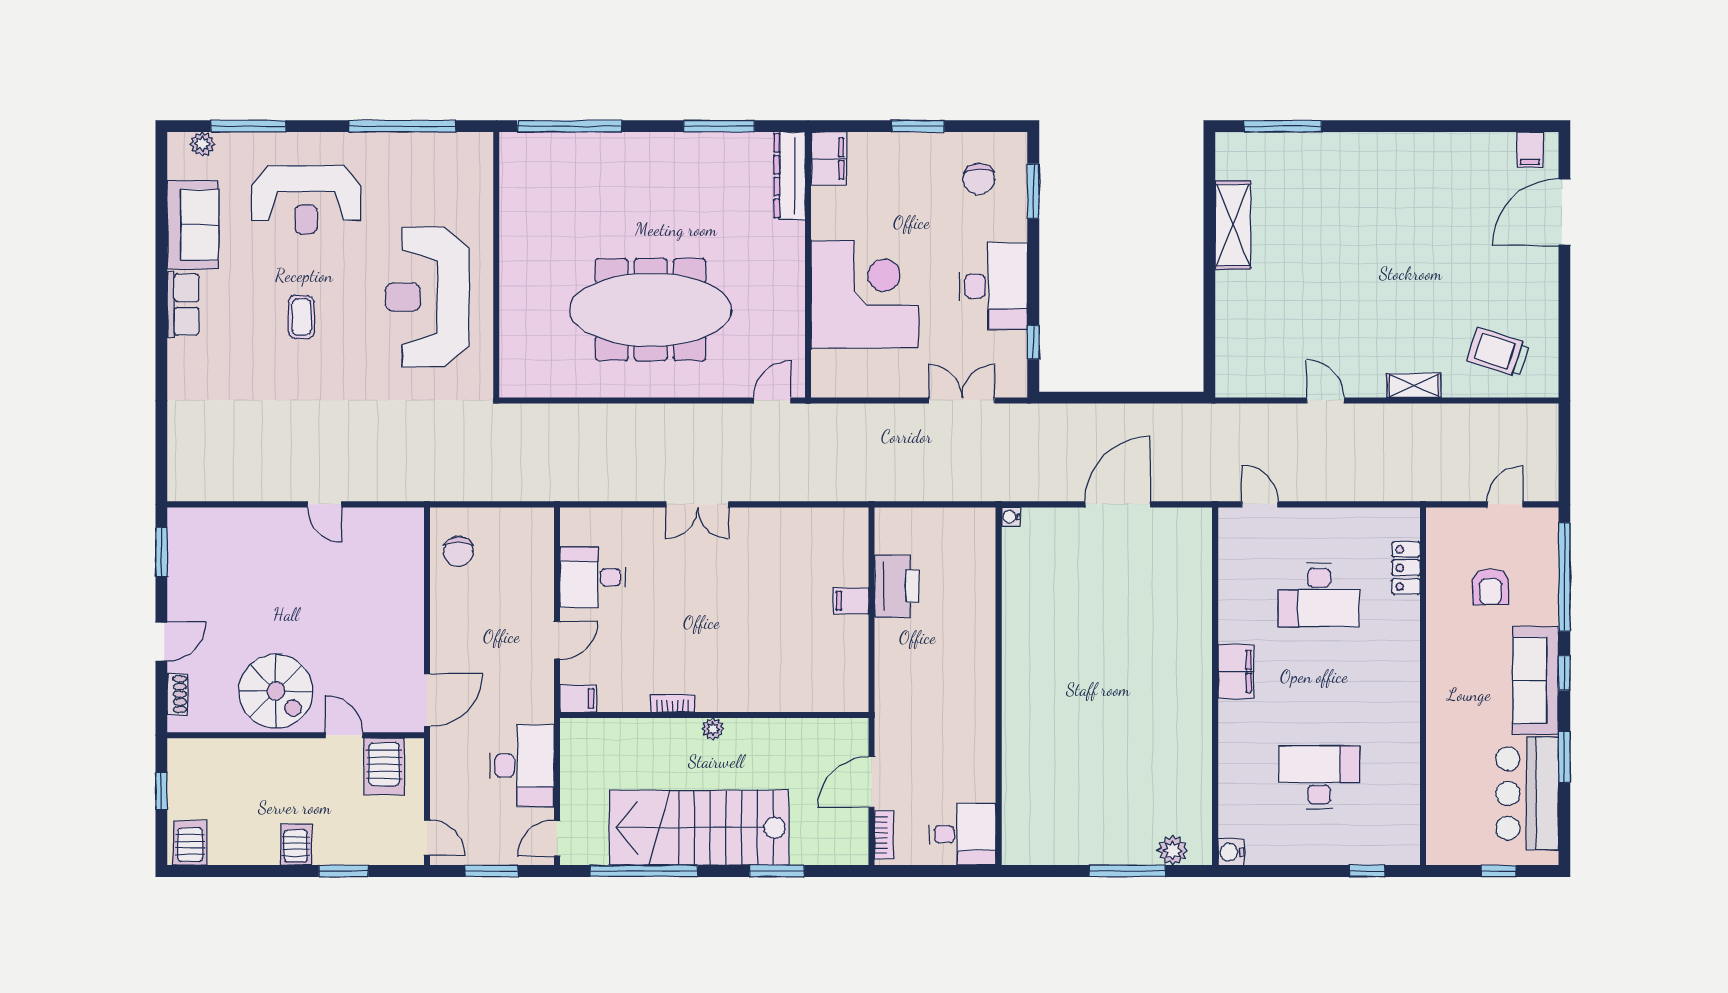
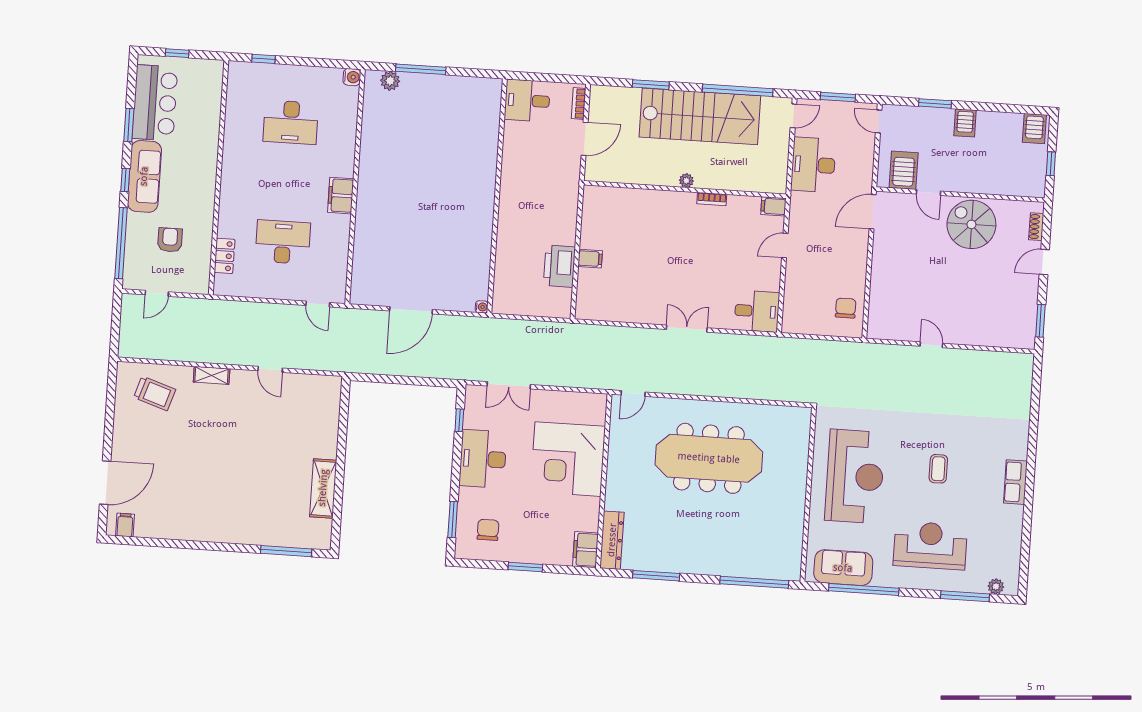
sofa: (193, 225) -> (843, 568), moved, turned 90
desk: (593, 577) -> (757, 311), moved

